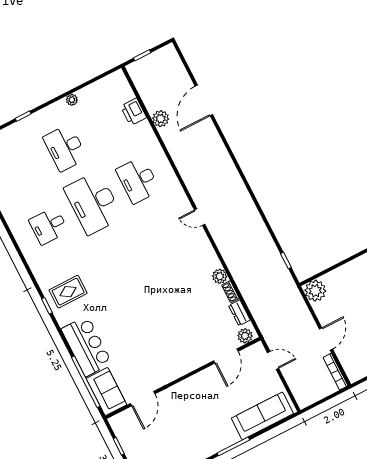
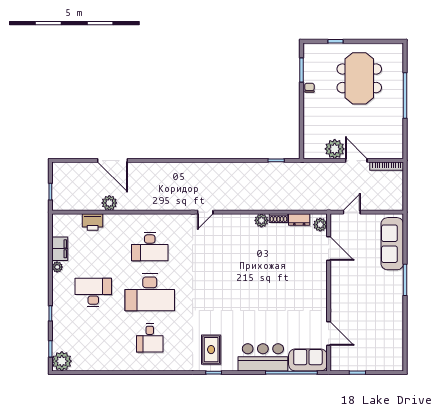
filing cabinet: (91, 93) -> (60, 249), added
desk: (65, 148) -> (93, 292), turned 180
plant: (315, 291) -> (335, 149), moved

